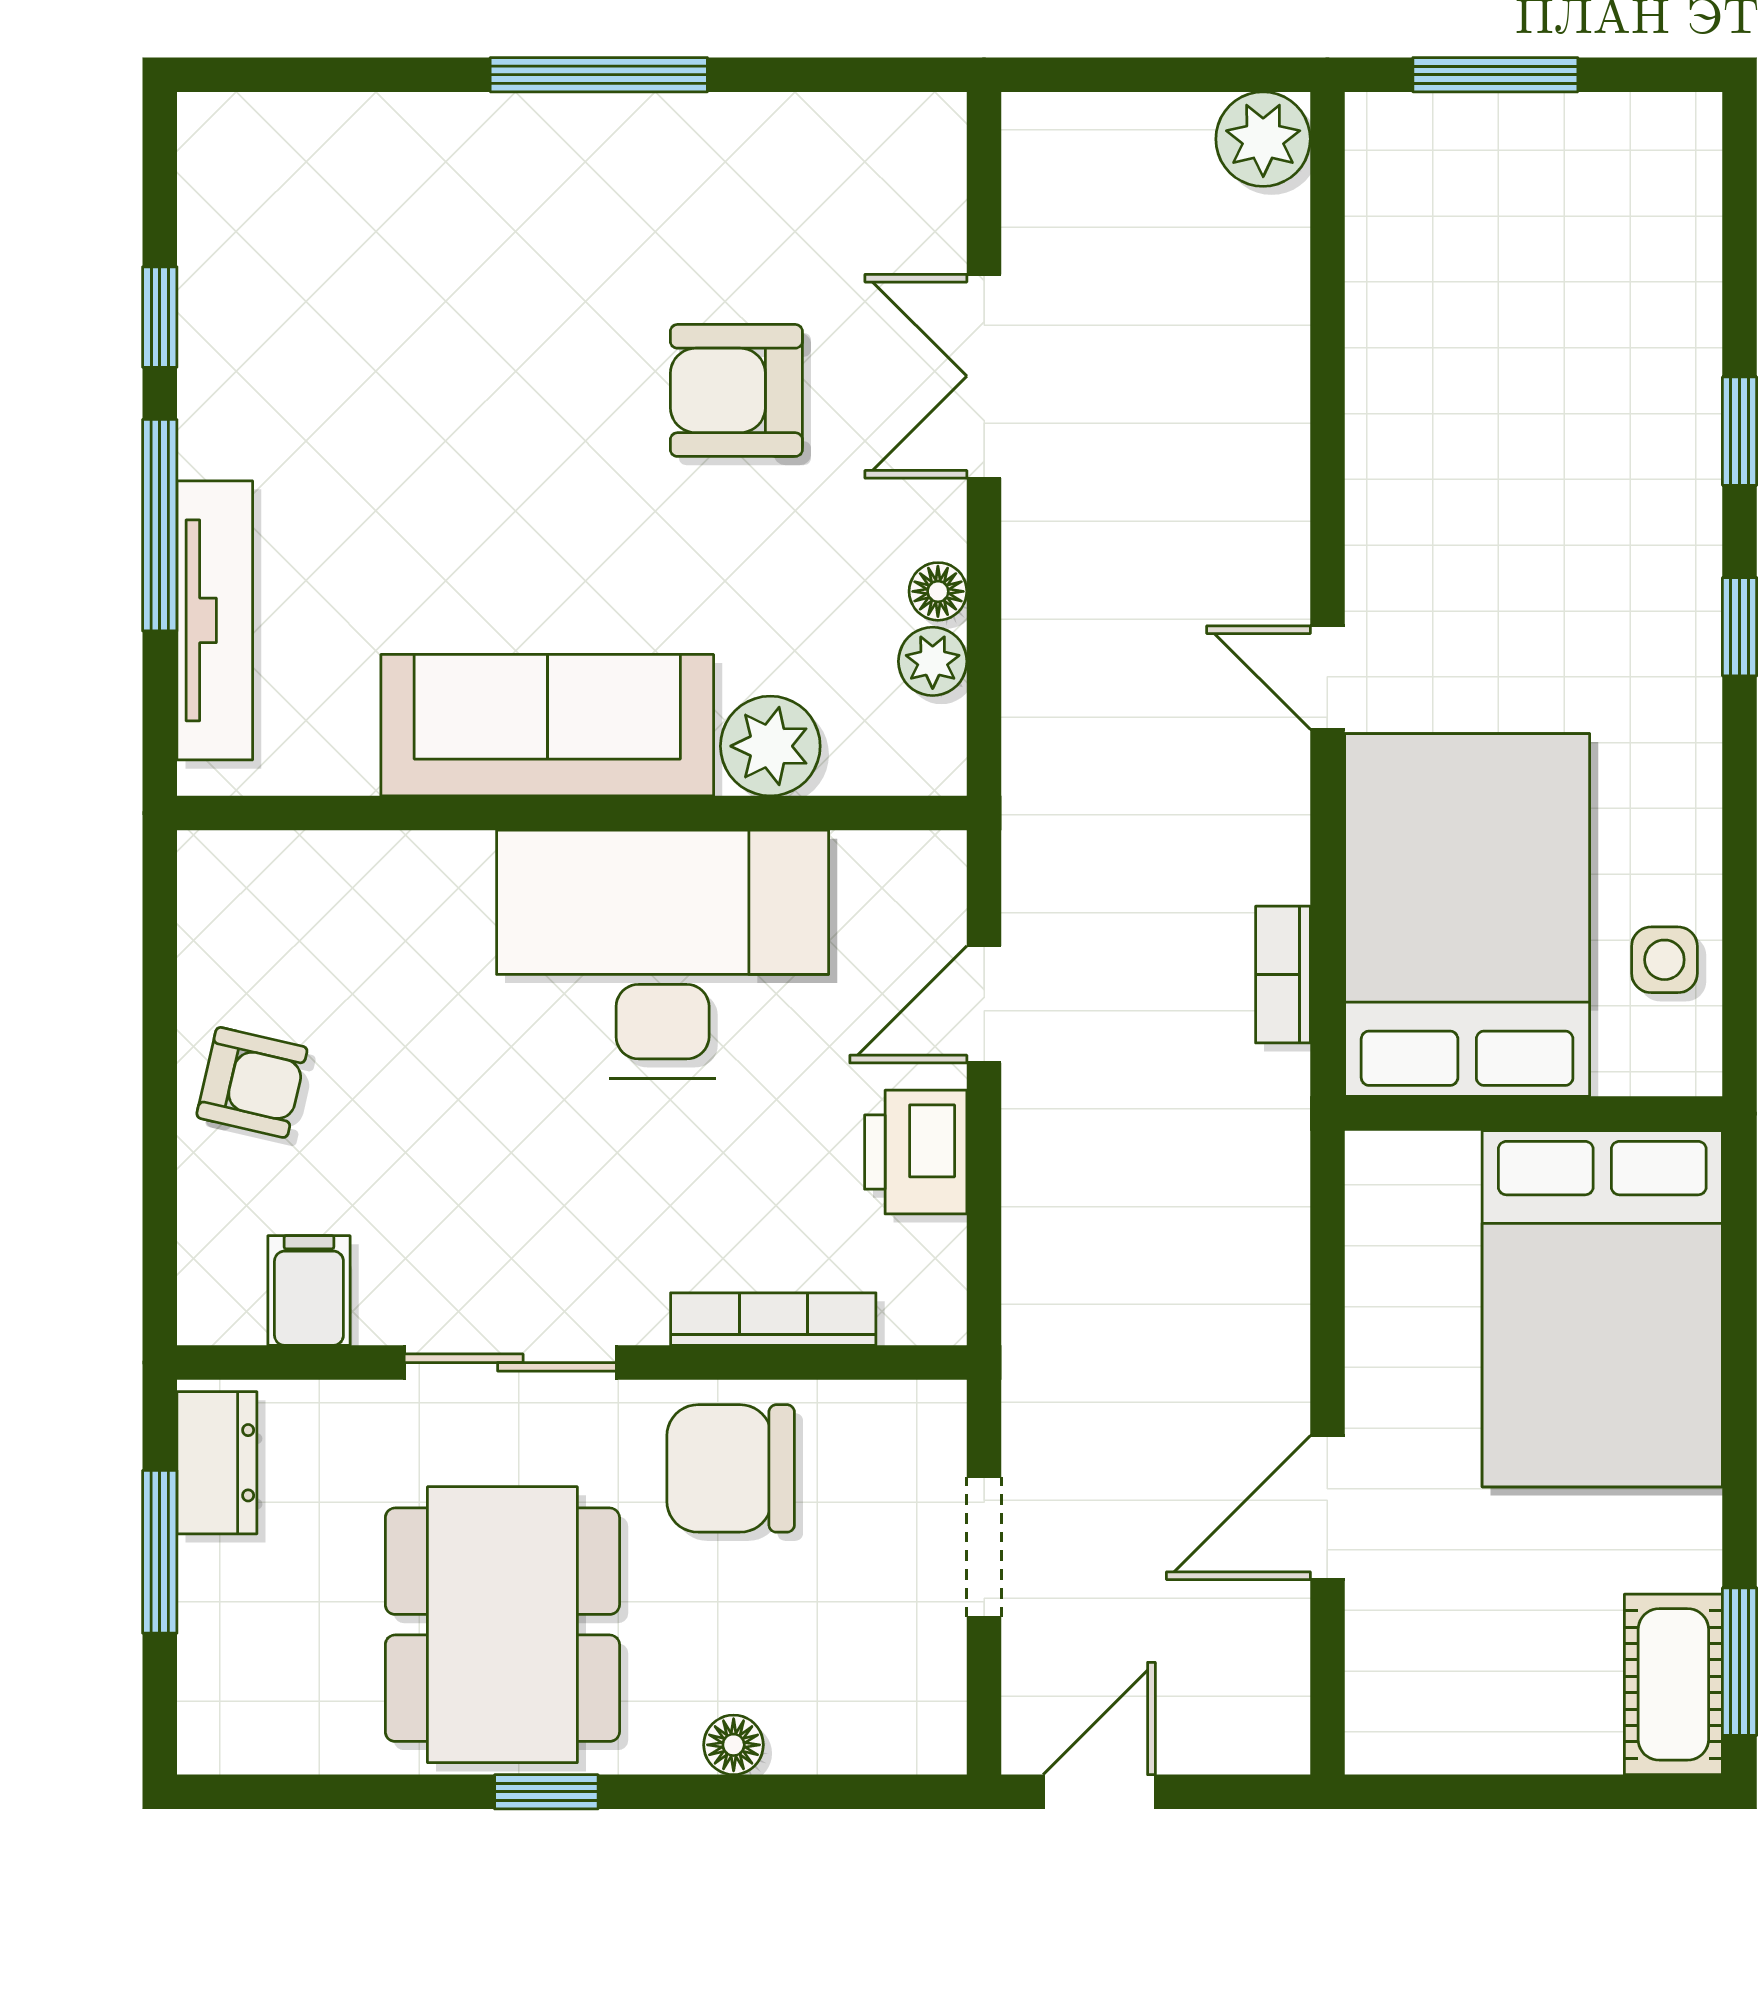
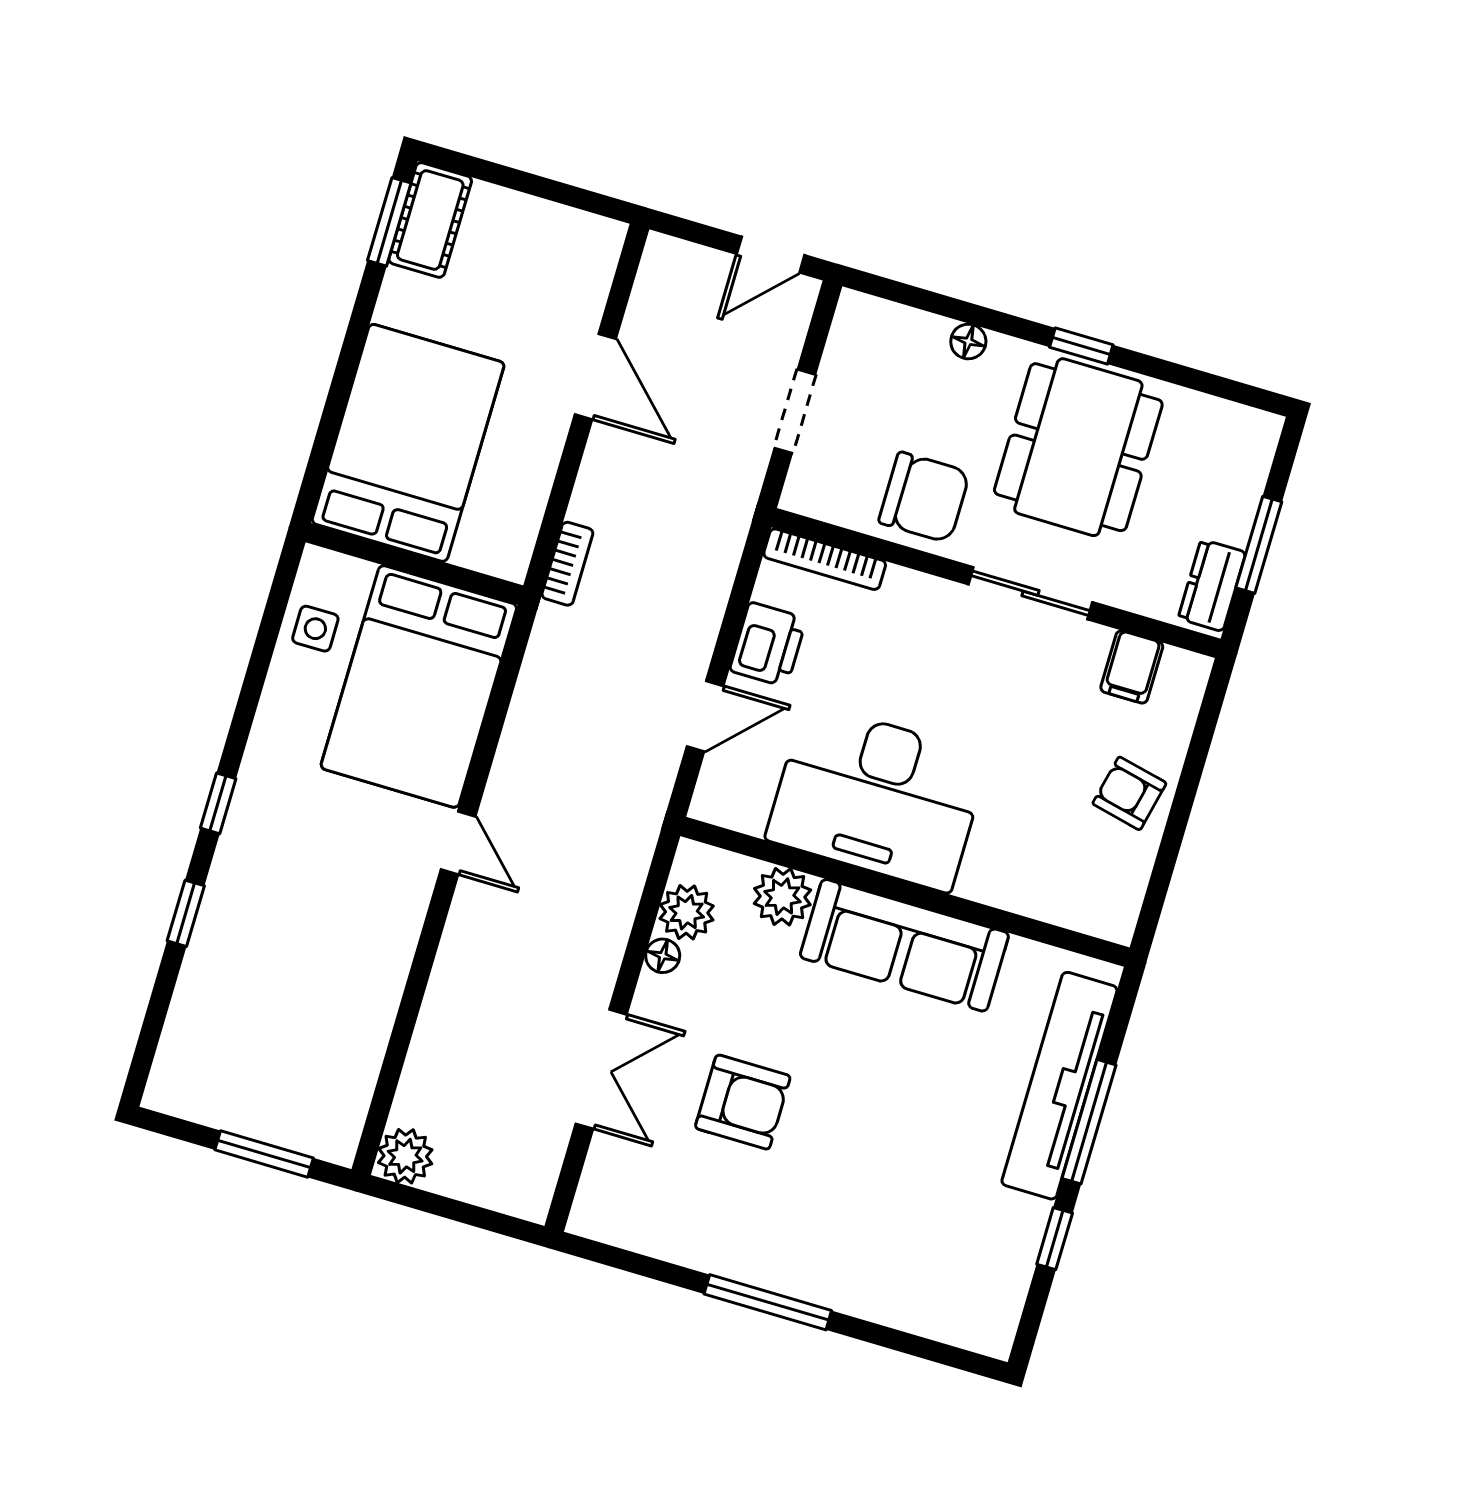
tv unit: (215, 620) -> (1059, 1086), width x1.36, depth x1.29
plant: (933, 661) -> (687, 912), width x1.38, depth x1.38
bookcase: (1283, 975) -> (567, 564), moved
bookcase: (773, 1319) -> (825, 559), moved
door: (1327, 1508) -> (595, 377), hinge flipped

